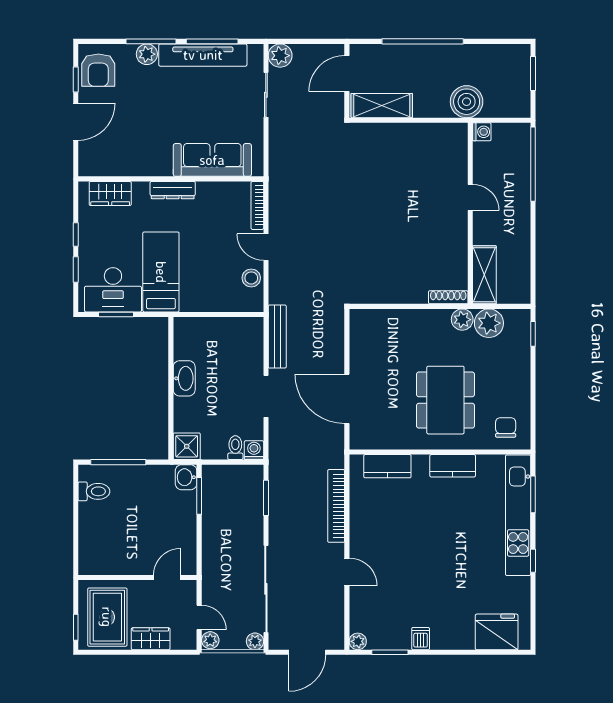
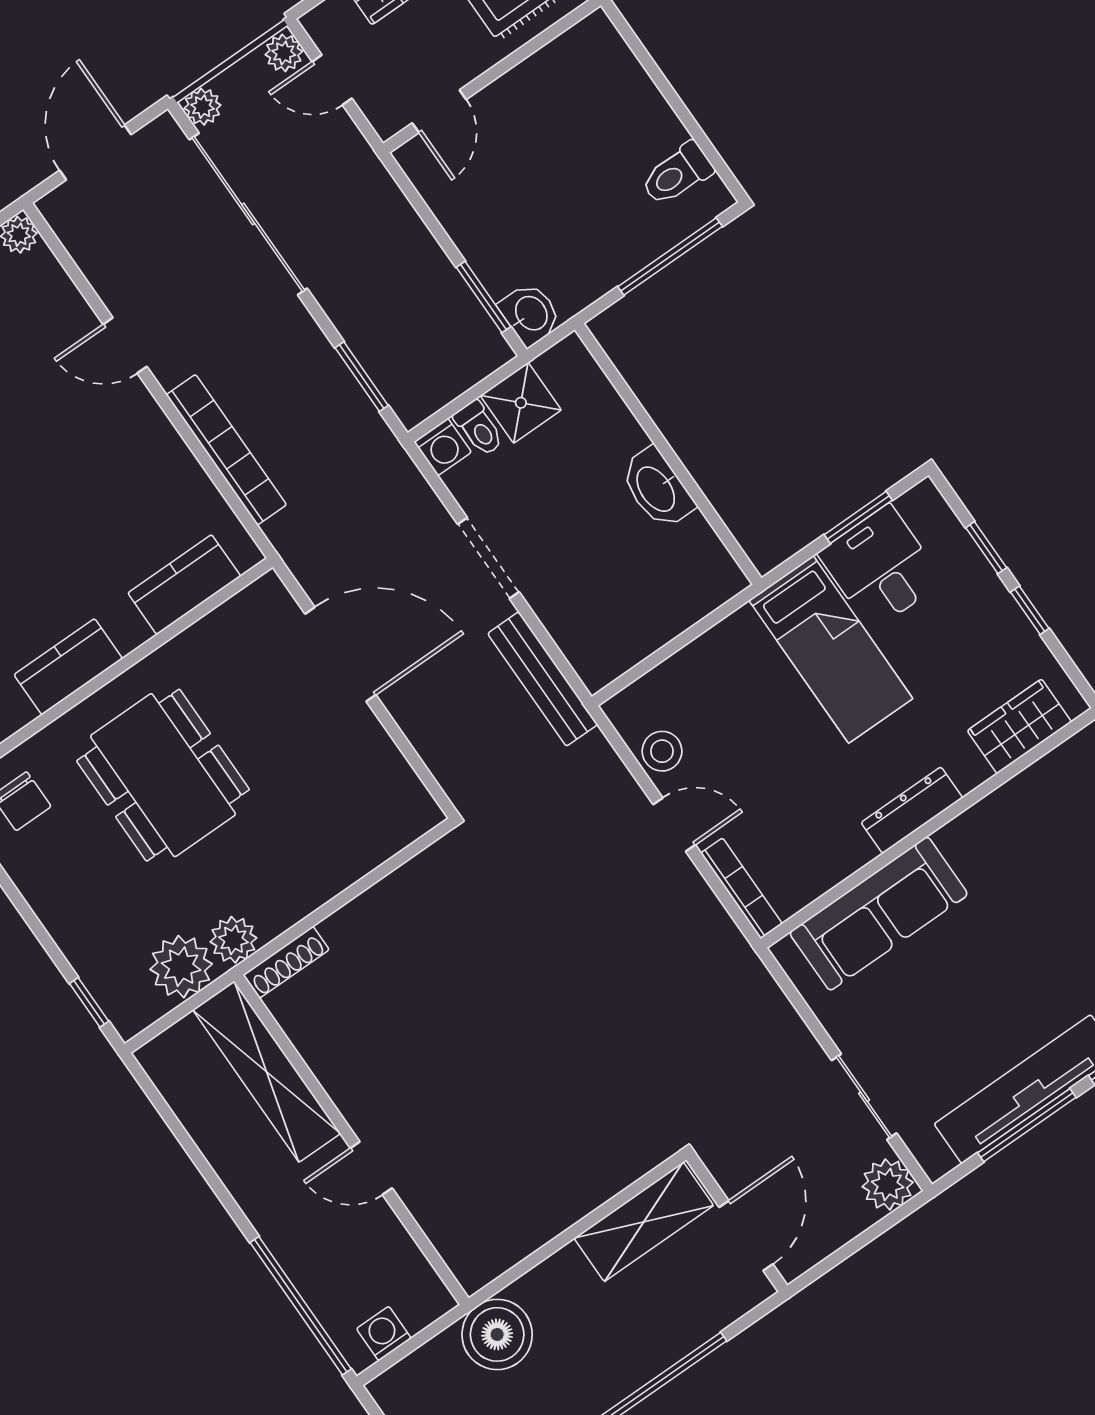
washing machine: (482, 132) -> (384, 1334), moved, turned 90
shelving: (484, 275) -> (267, 1072), width x1.47
desk: (113, 290) -> (881, 567), width x0.73
shower: (187, 446) -> (521, 403), moved

